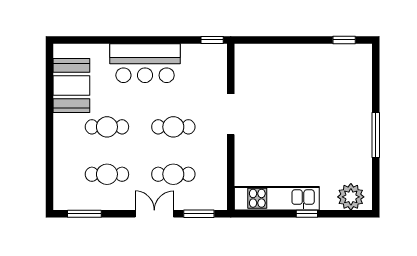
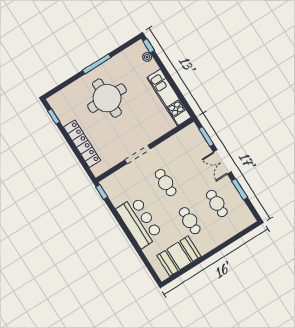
locker: (288, 54) -> (82, 144), added
round table: (325, 121) -> (107, 98), added
cafe table: (173, 174) -> (193, 165), removed
plant: (351, 197) -> (147, 57), width x0.53, depth x0.53
window: (84, 214) -> (240, 189), moved
window: (307, 214) -> (149, 46), moved

